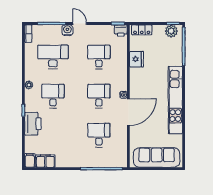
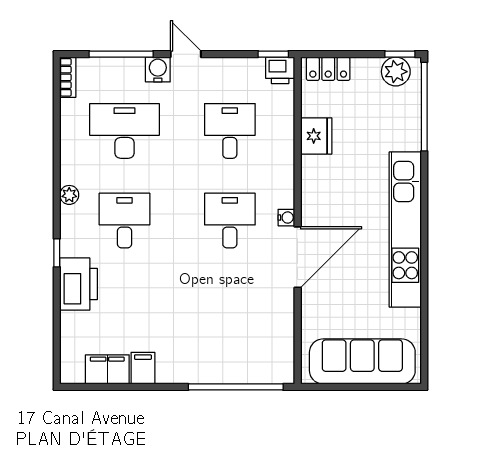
desk: (99, 135) -> (230, 310), removed
filing cabinet: (30, 160) -> (143, 368), moved

